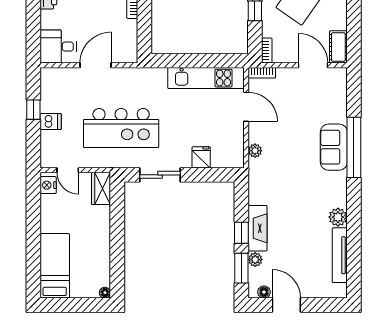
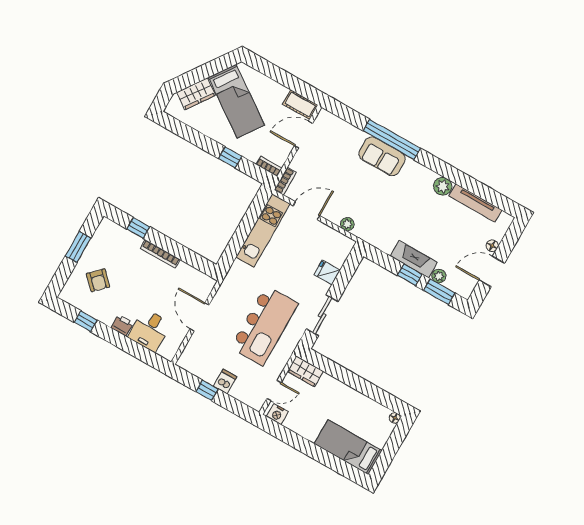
desk: (58, 47) -> (150, 330), moved
floor lamp: (264, 292) -> (492, 246), moved

